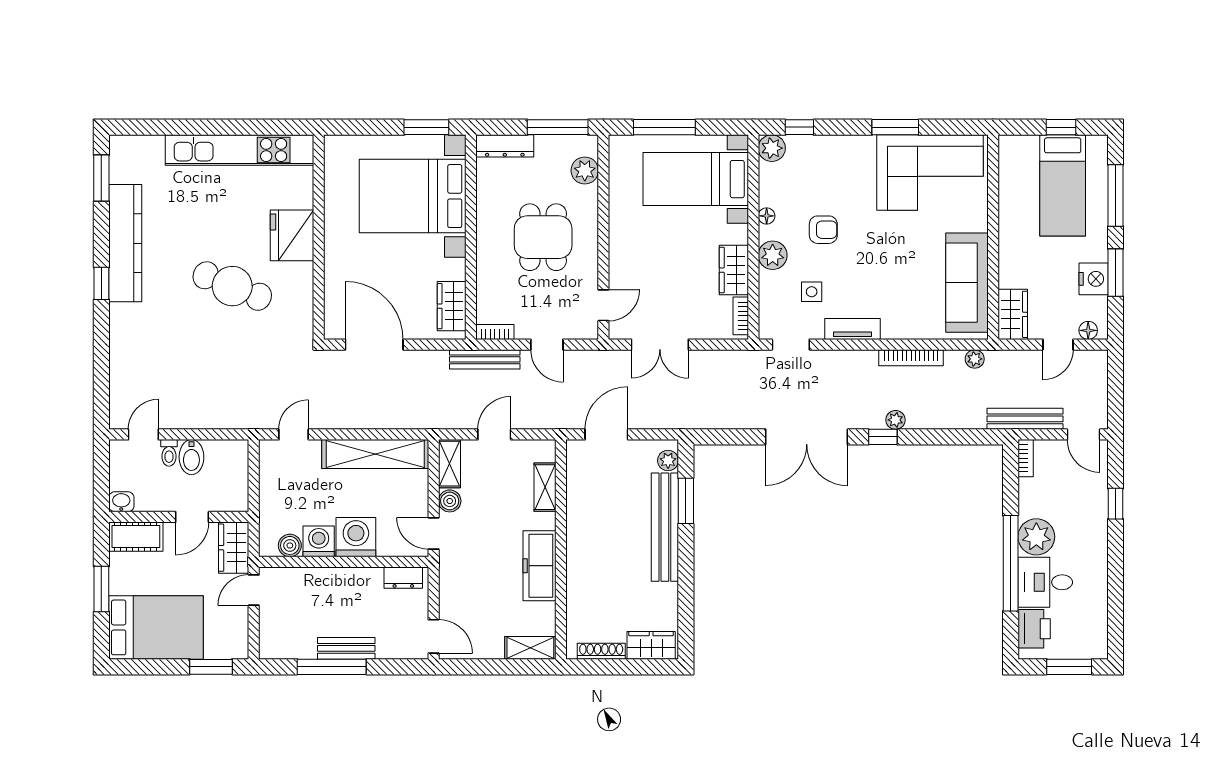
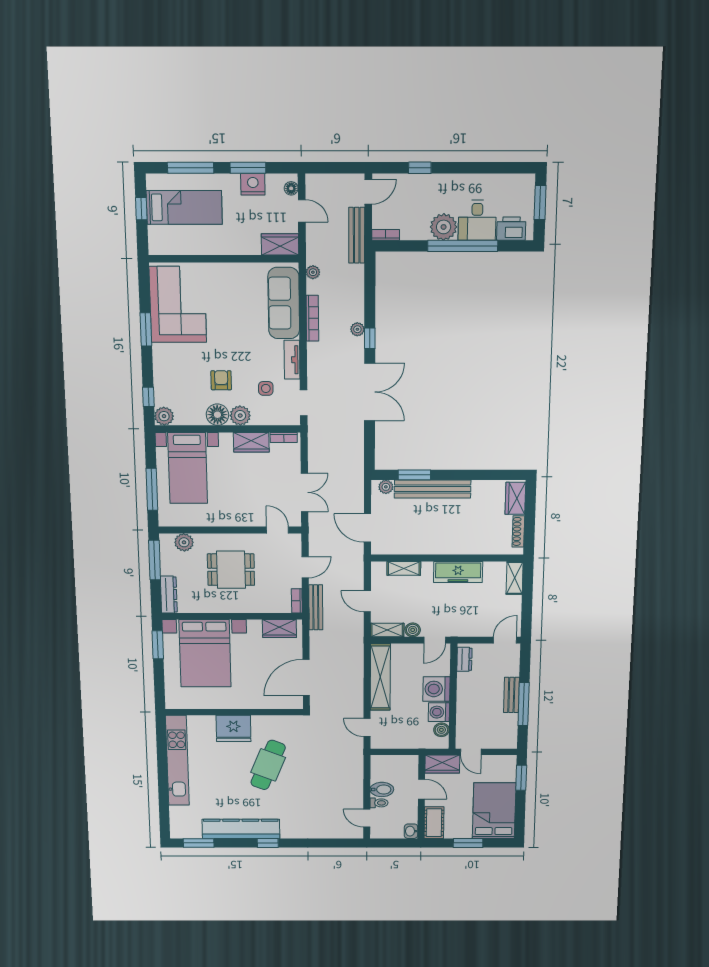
floor lamp: (767, 216) -> (217, 415), width x1.89, depth x1.89
sofa: (967, 283) -> (284, 303), moved, turned 90

